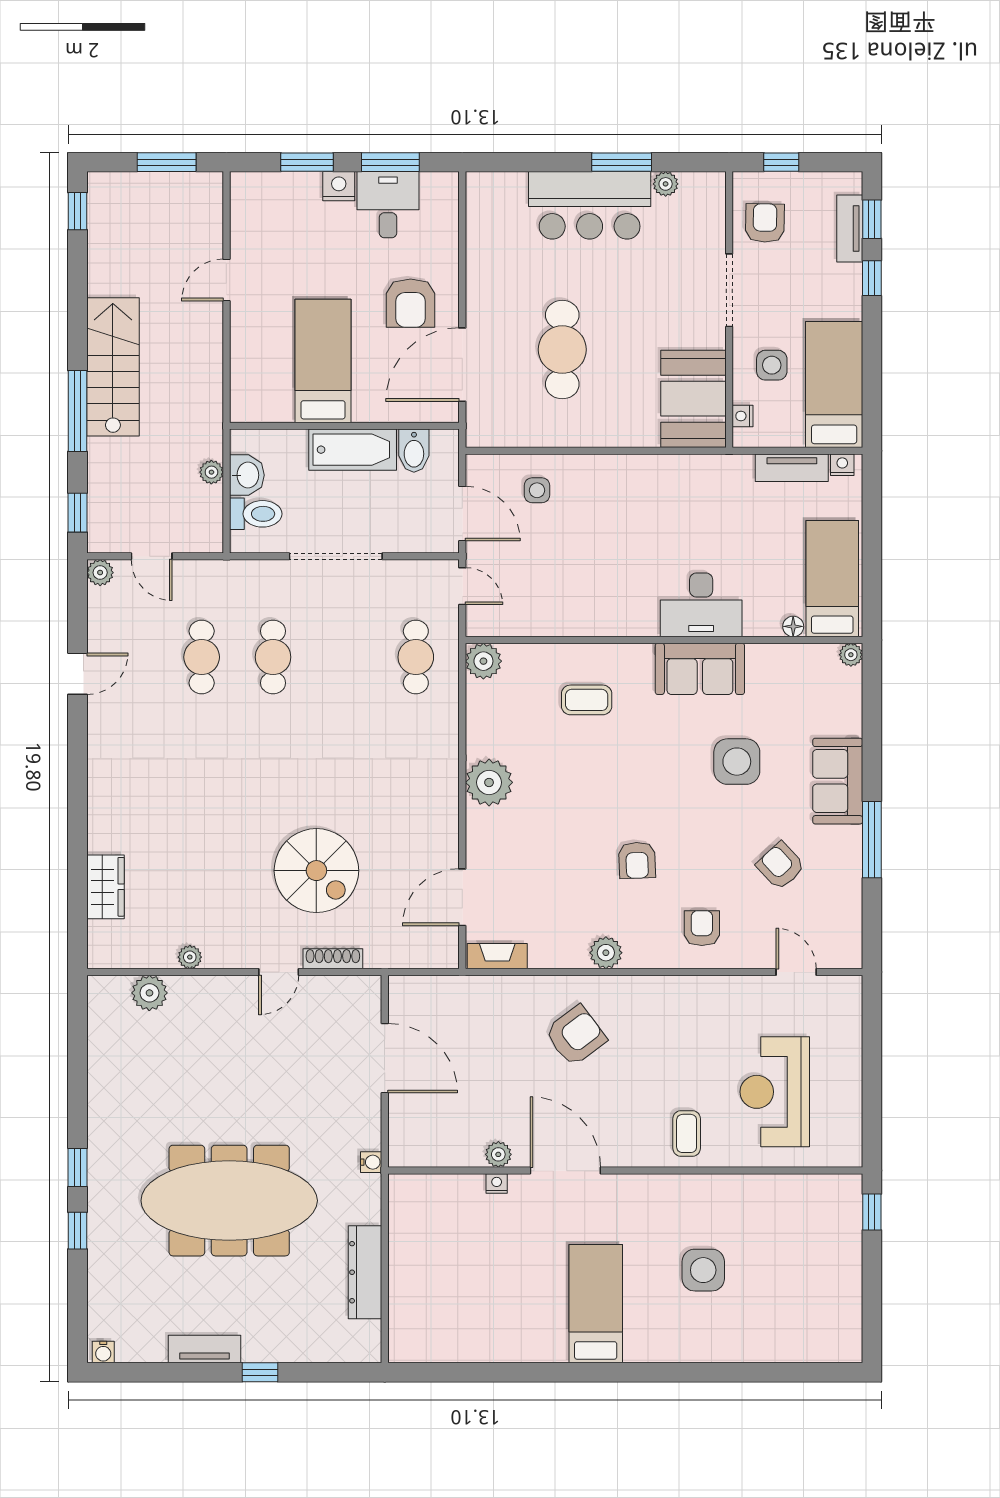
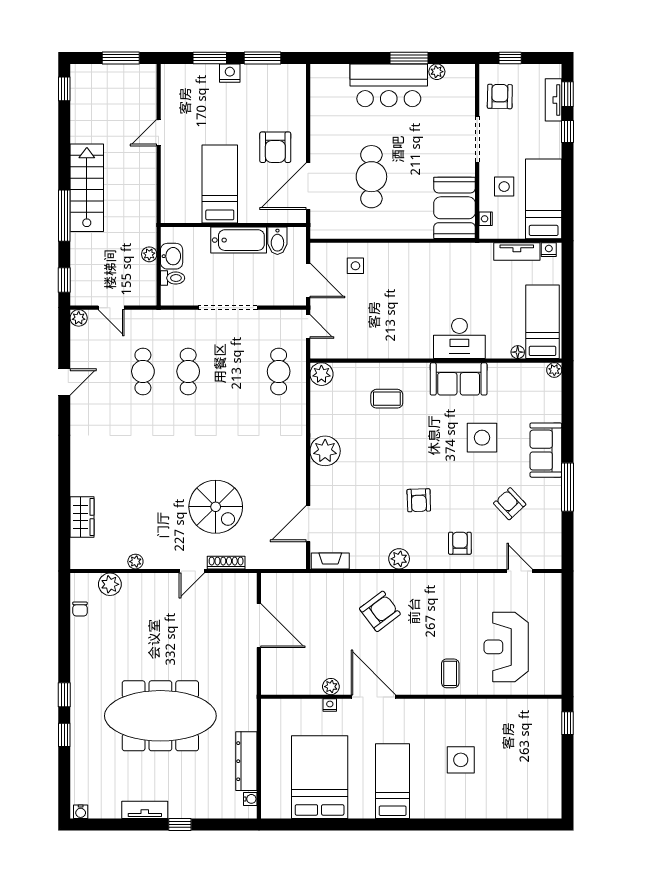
desk: (388, 205) -> (261, 85), removed
toilet: (256, 514) -> (173, 278), width x0.73, depth x0.72
chair: (102, 1032) -> (80, 609), added
water cooler: (371, 1162) -> (250, 799), moved
bed: (480, 1297) -> (320, 777), added

